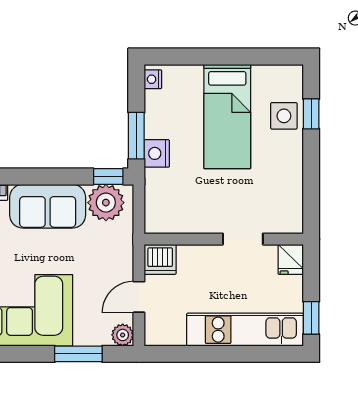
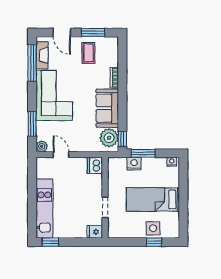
wall: (224, 239) -> (105, 198), moved
doorway: (243, 239) -> (105, 207), moved
dishwasher: (160, 259) -> (95, 165), moved
fridge: (291, 259) -> (95, 232), moved

